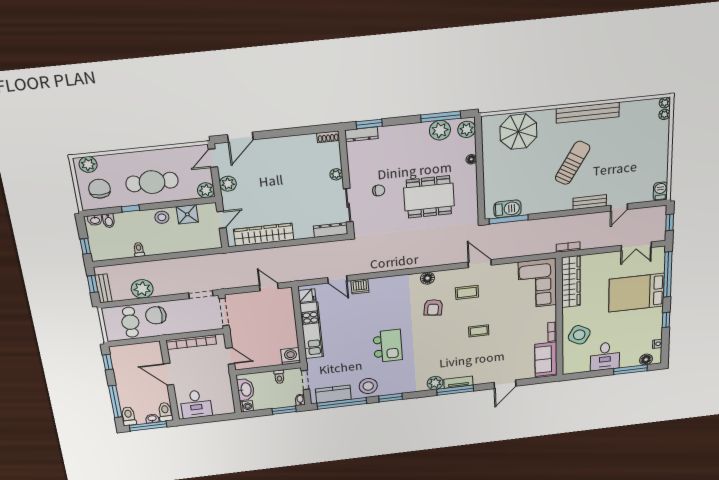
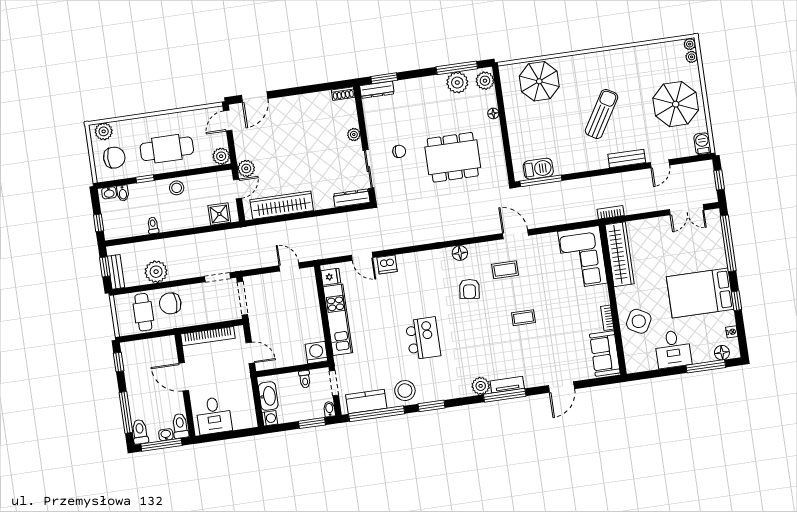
bench: (588, 113) -> (610, 58), removed
parasol: (642, 156) -> (676, 104), added
plant: (228, 184) -> (246, 168), moved
chair: (99, 189) -> (114, 158), turned 90
shower: (187, 214) -> (219, 214), moved
bed: (636, 293) -> (700, 293), moved

